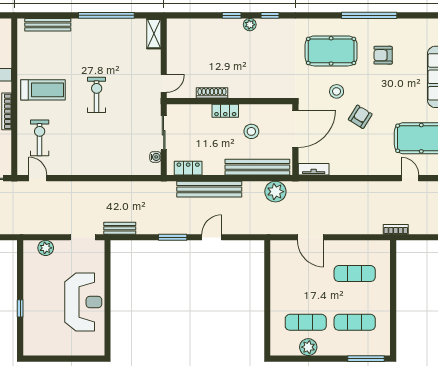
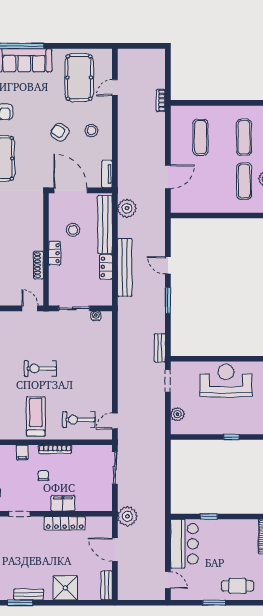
stool: (337, 91) -> (91, 131), moved
locker: (188, 168) -> (106, 267), moved

